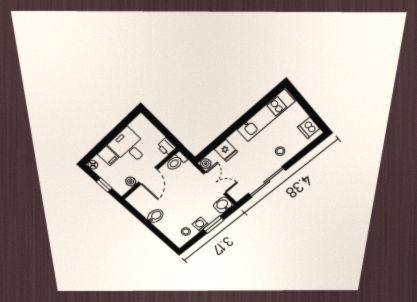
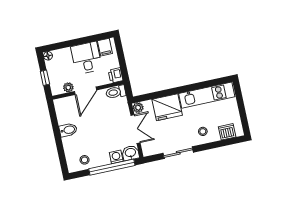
dishwasher: (309, 128) -> (227, 132), moved, turned 90
fridge: (226, 150) -> (167, 107), width x1.88, depth x1.34
filing cabinet: (108, 156) -> (105, 47), moved
sliding door: (267, 182) -> (178, 153), width x0.73
washing machine: (200, 224) -> (116, 157), moved
window: (213, 225) -> (112, 167), width x2.11

